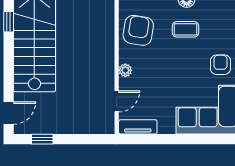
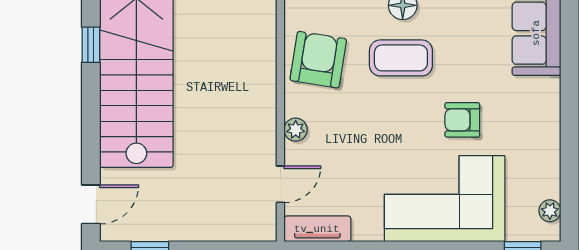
coffee table: (185, 29) -> (401, 58), width x1.36, depth x1.30
armchair: (220, 65) -> (462, 120), turned -90

